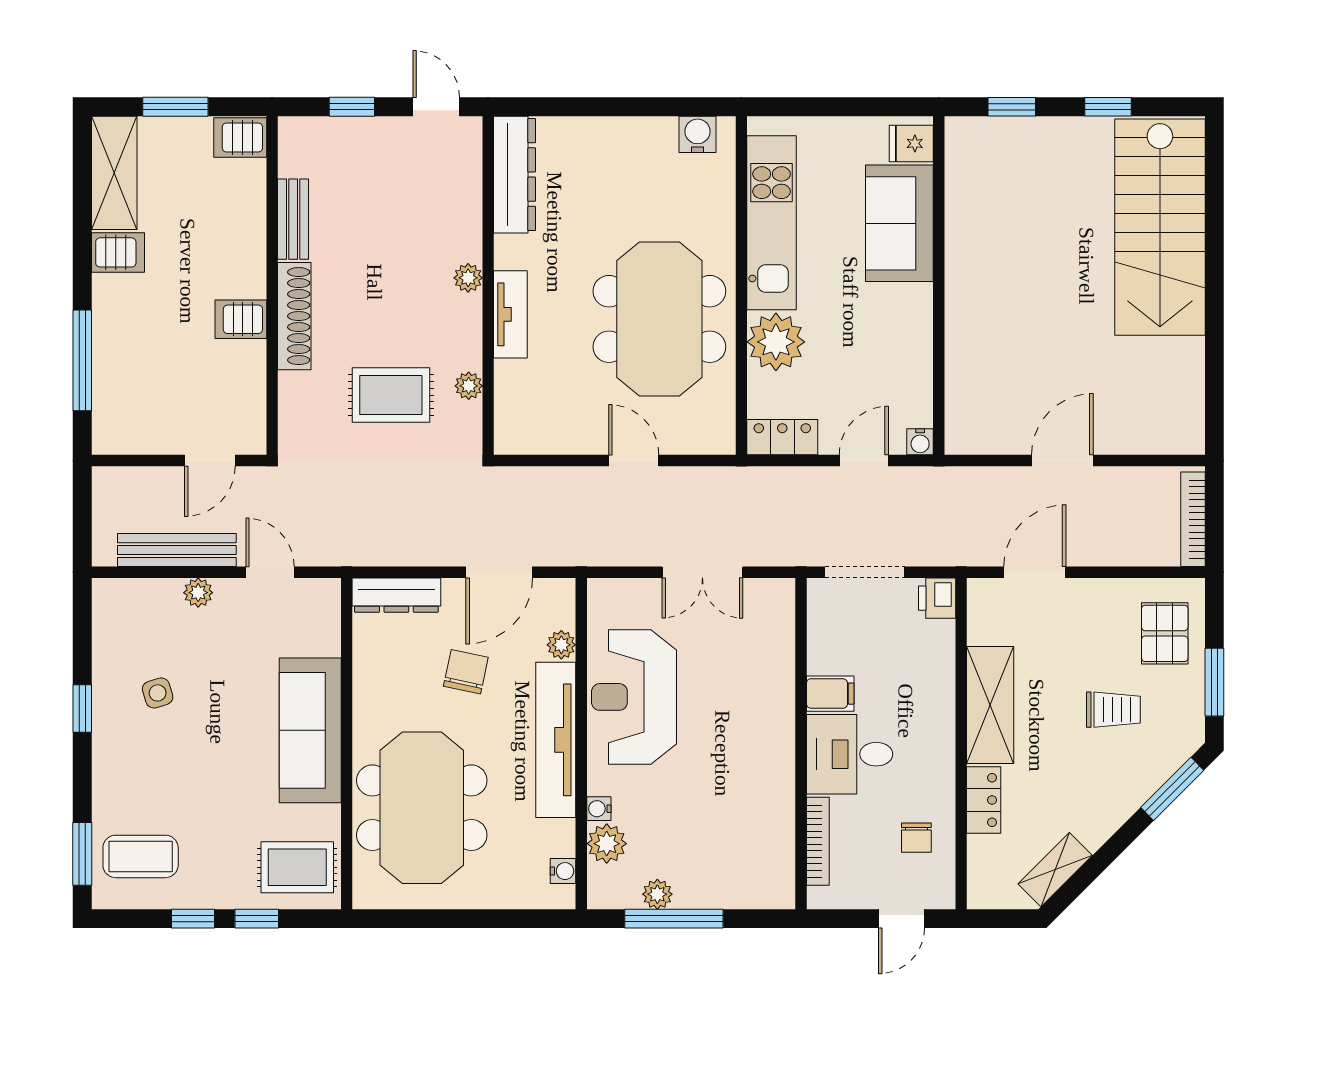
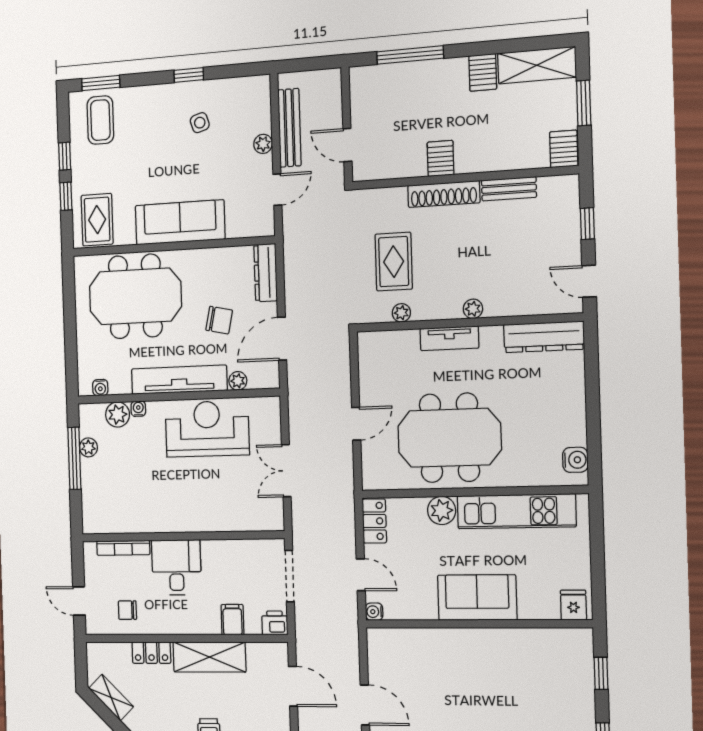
door: (436, 107) -> (589, 281), swing flipped
sofa: (899, 223) -> (477, 598), moved
plant: (776, 342) -> (442, 510), width x0.73, depth x0.73
door: (499, 572) -> (282, 339), hinge flipped
filing cabinet: (830, 694) -> (232, 620), moved, turned 180

